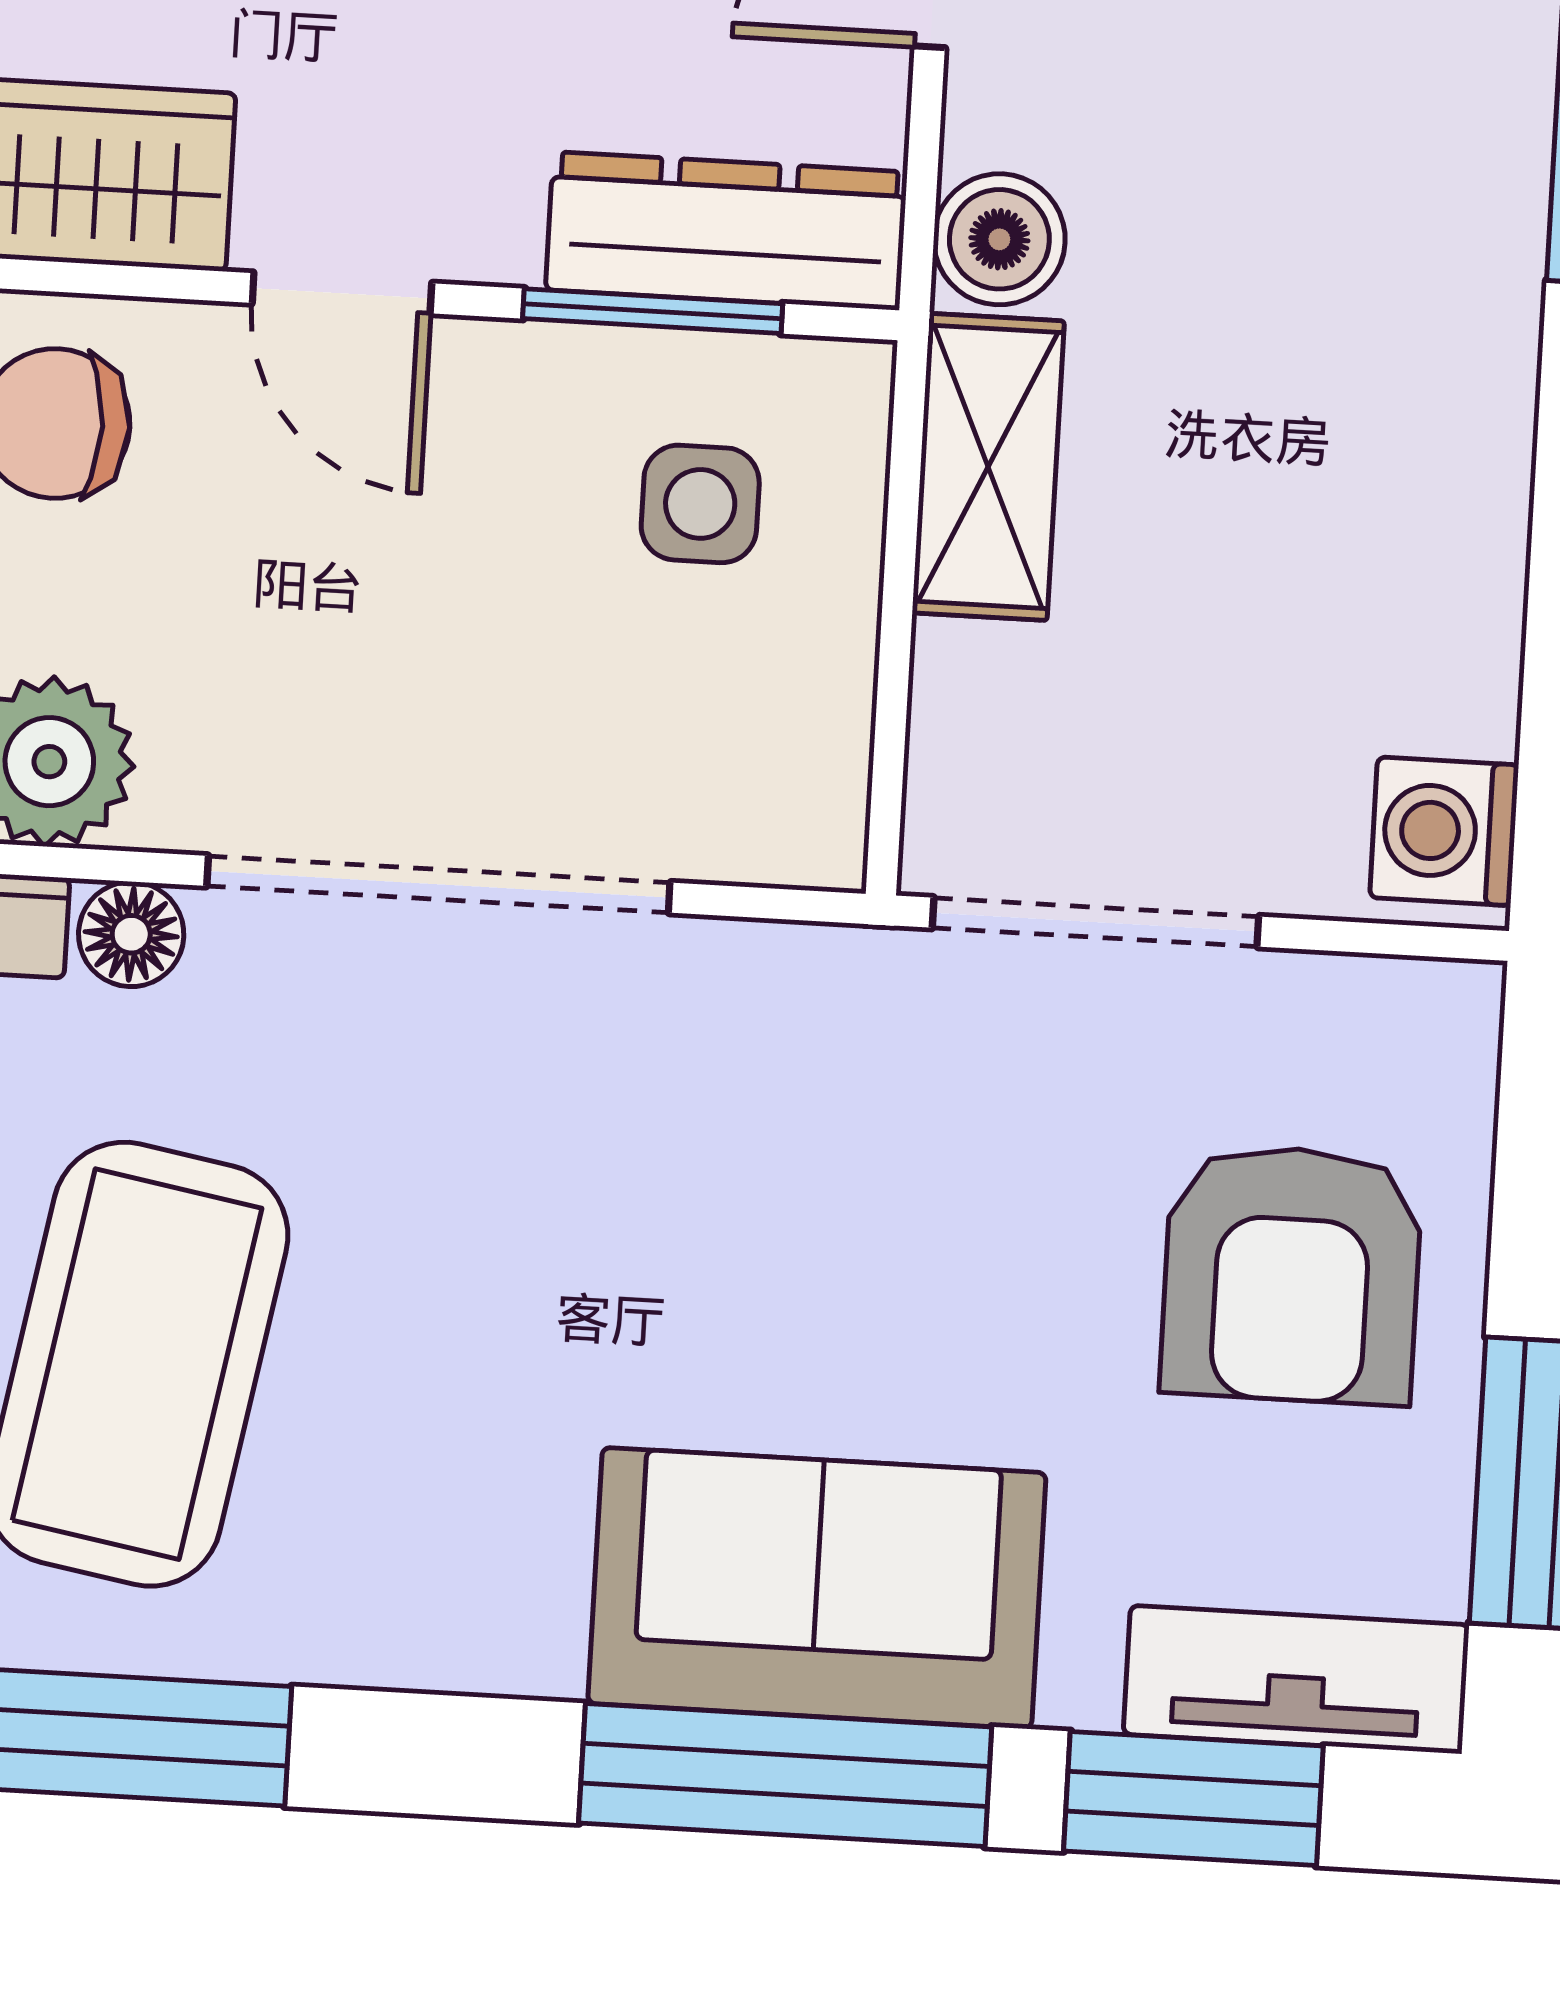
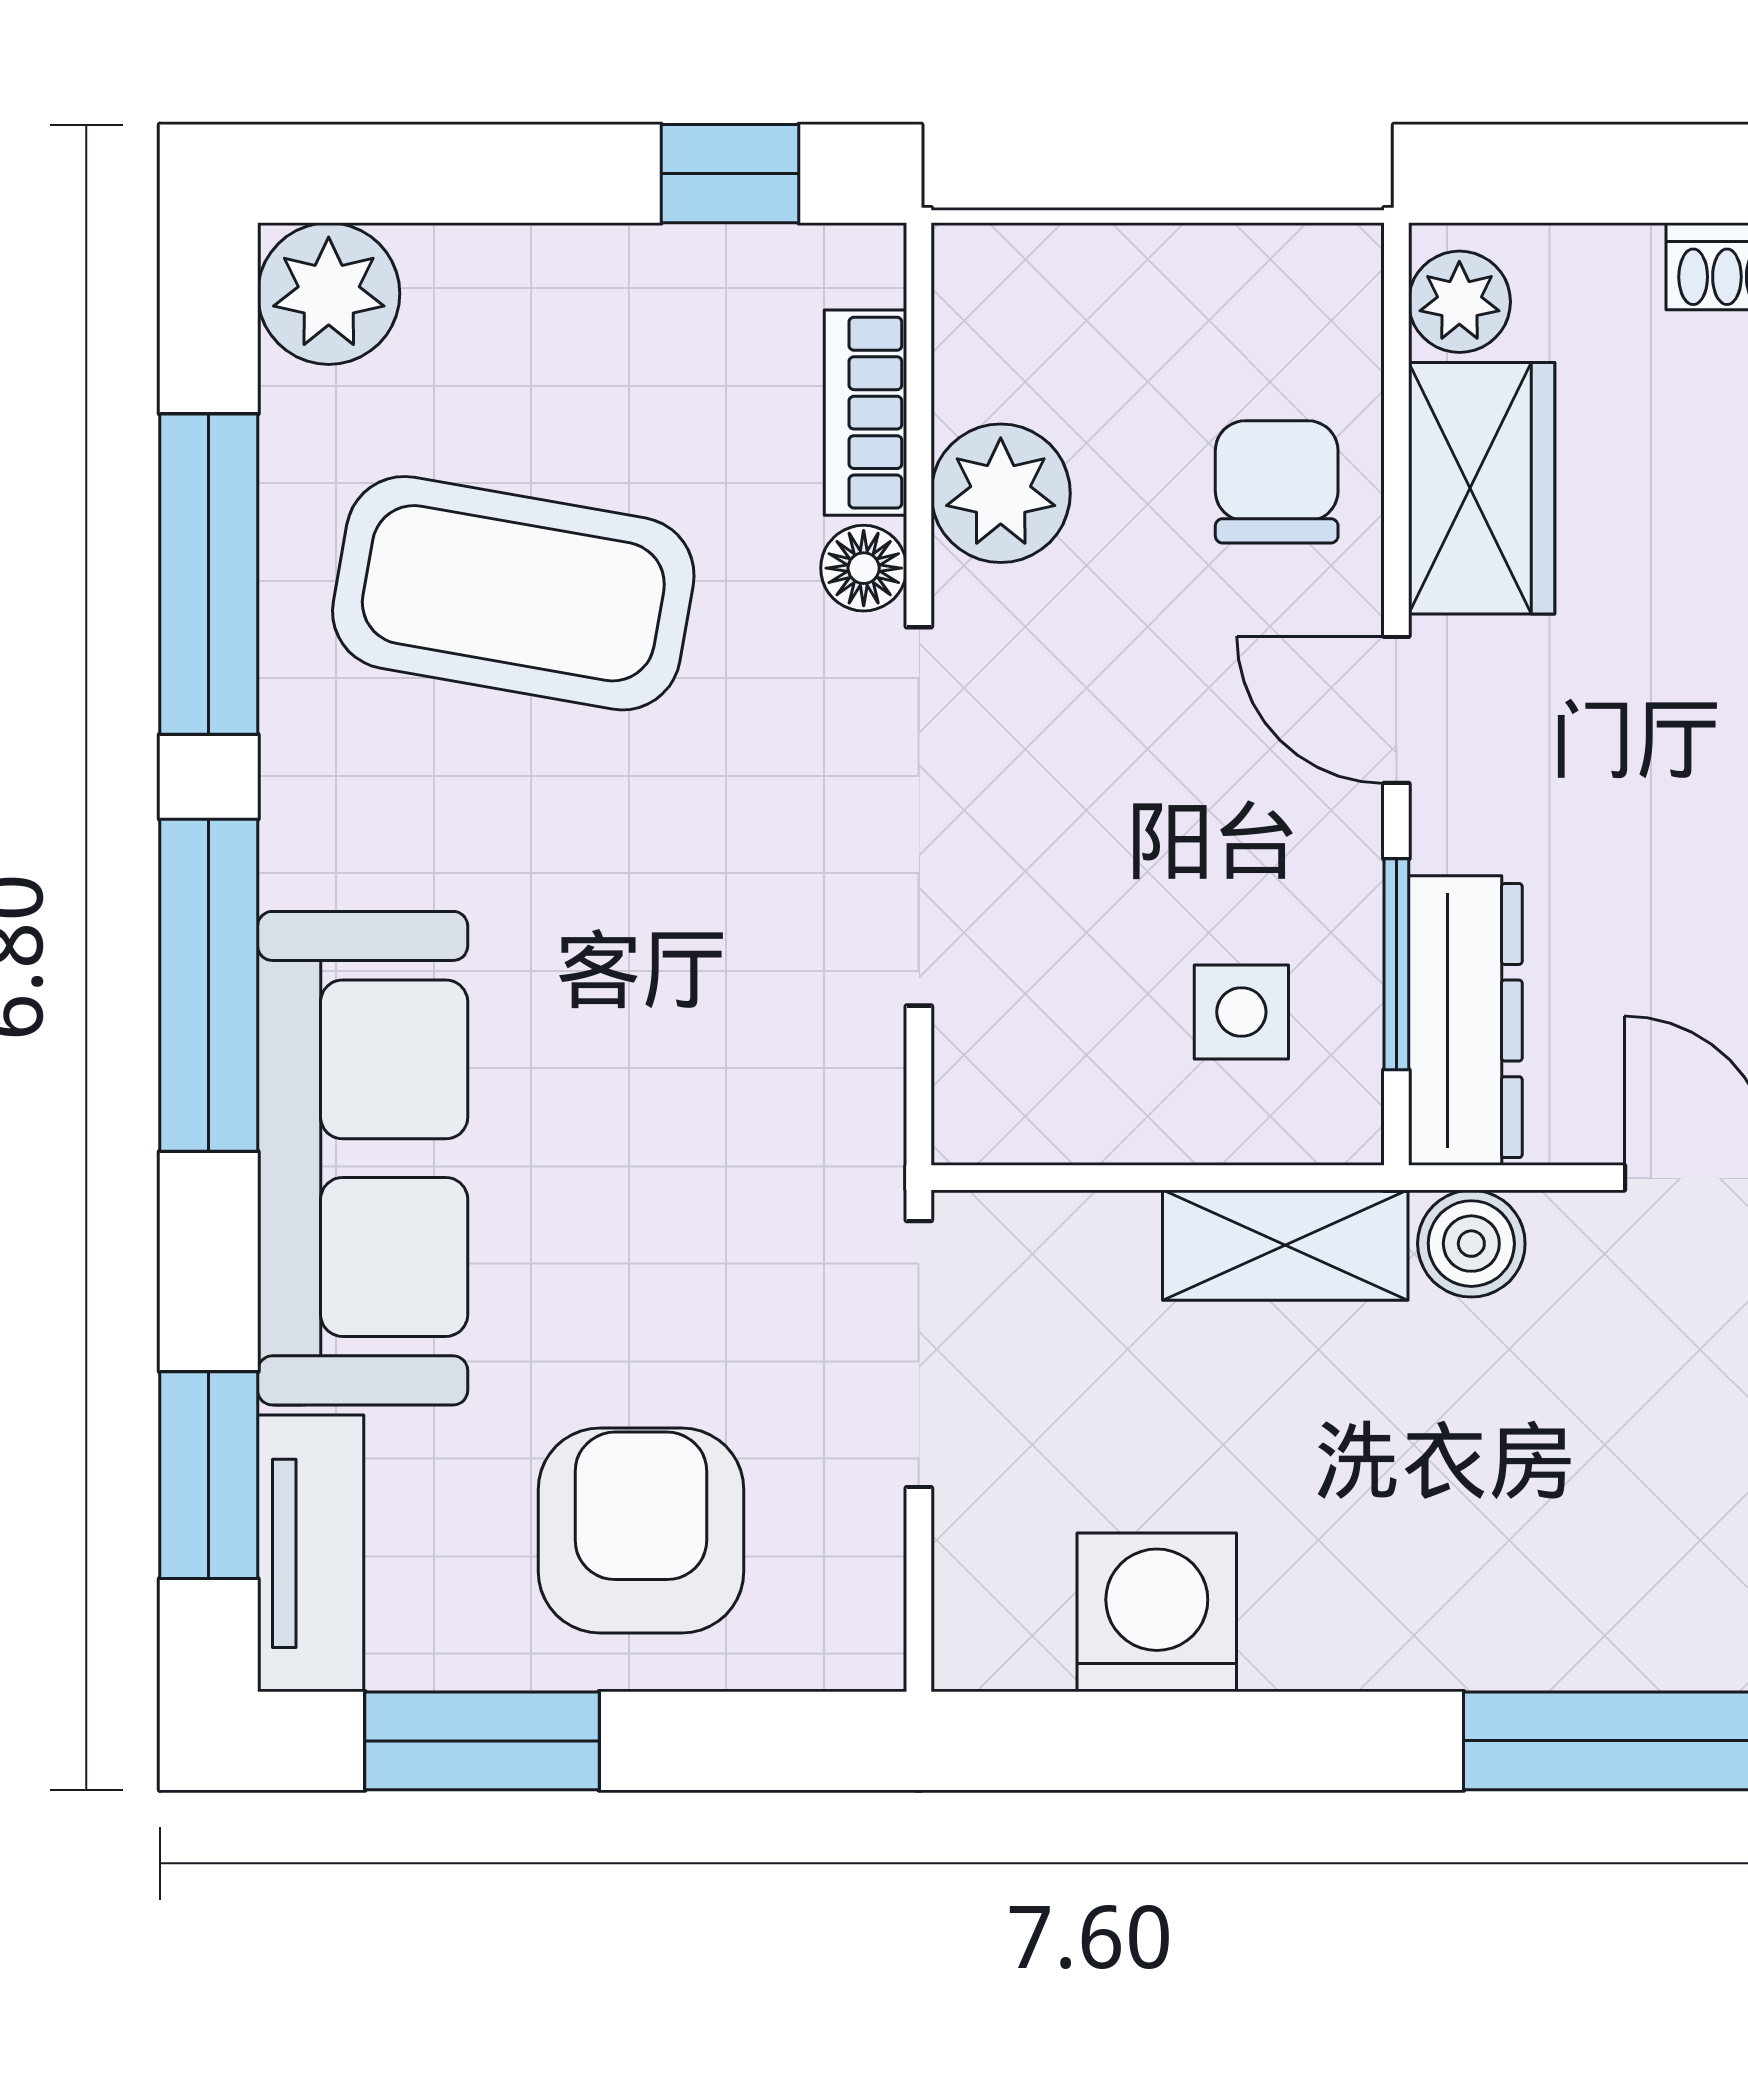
door: (342, 293) -> (1396, 710), hinge flipped
washing machine: (1444, 831) -> (1157, 1612), moved, width x1.38, depth x1.38
armchair: (1291, 1274) -> (641, 1530), turned 90
sofa: (817, 1588) -> (363, 1158), width x1.36
window: (785, 1775) -> (209, 985), moved

